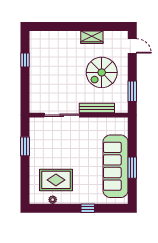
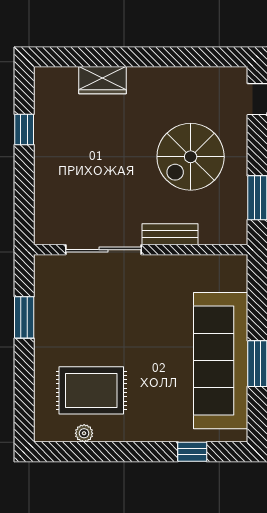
wardrobe: (92, 37) -> (102, 80), moved
bench: (97, 108) -> (170, 234), width x0.73
window: (88, 208) -> (192, 452), moved

